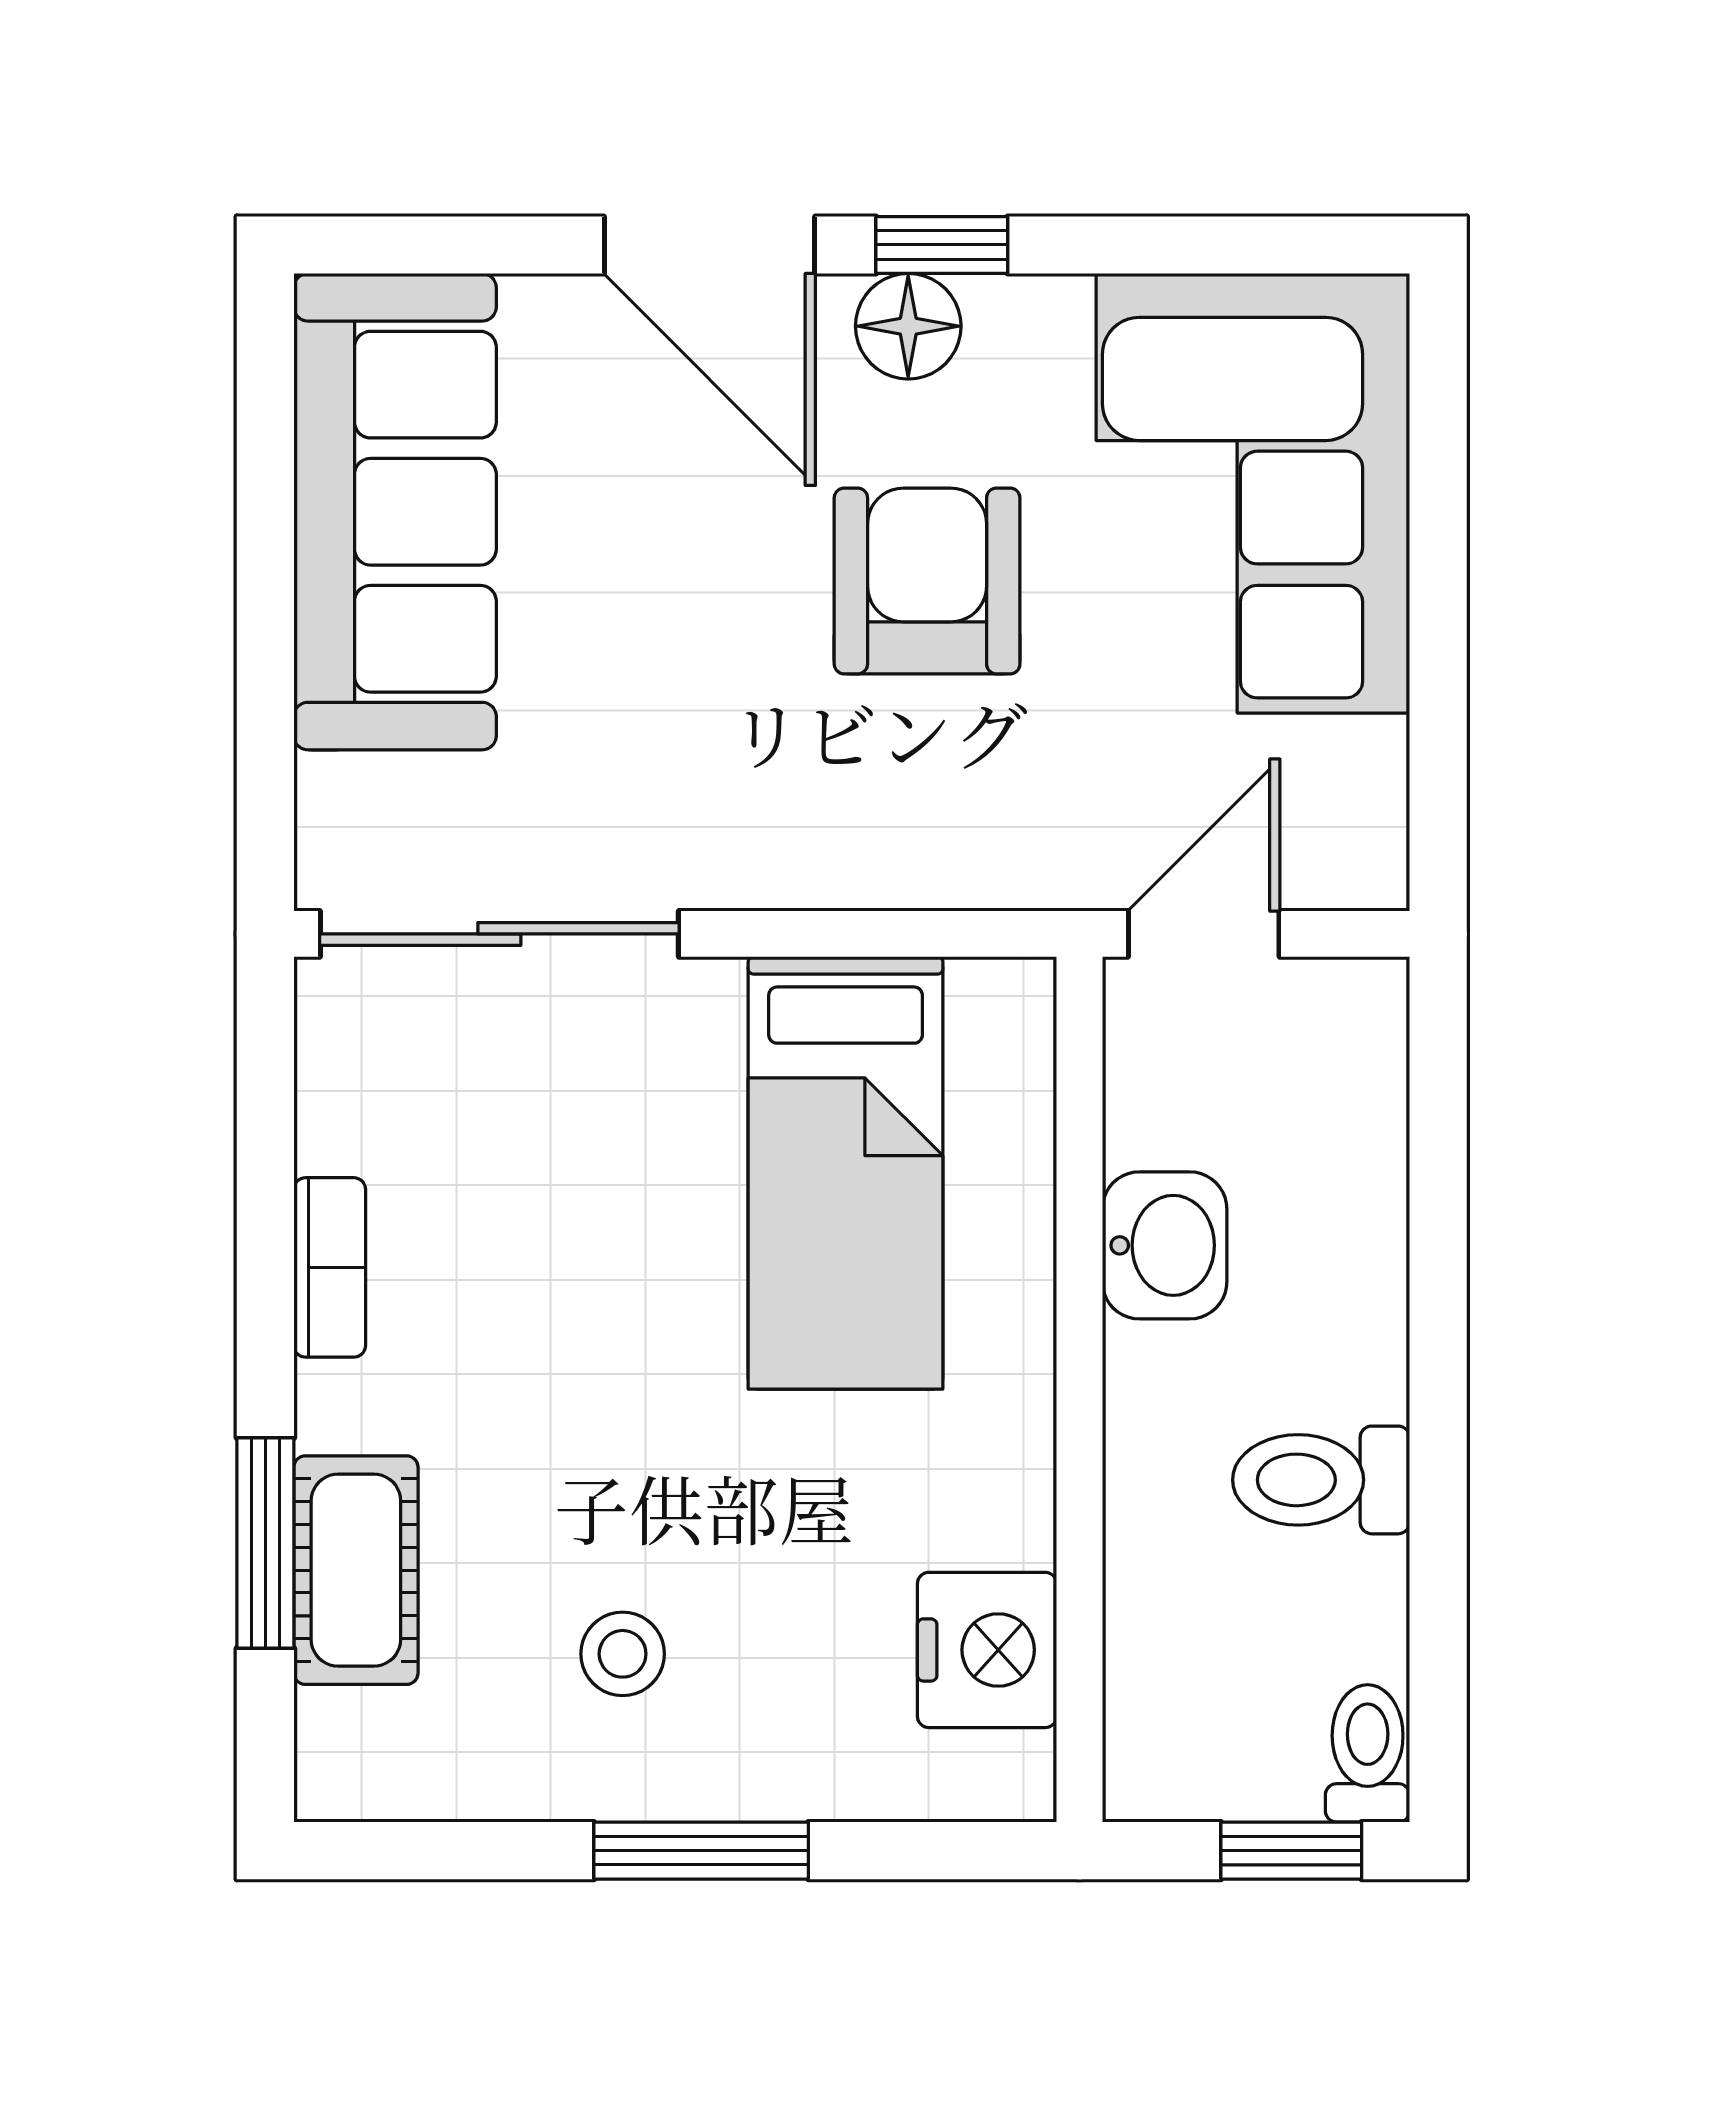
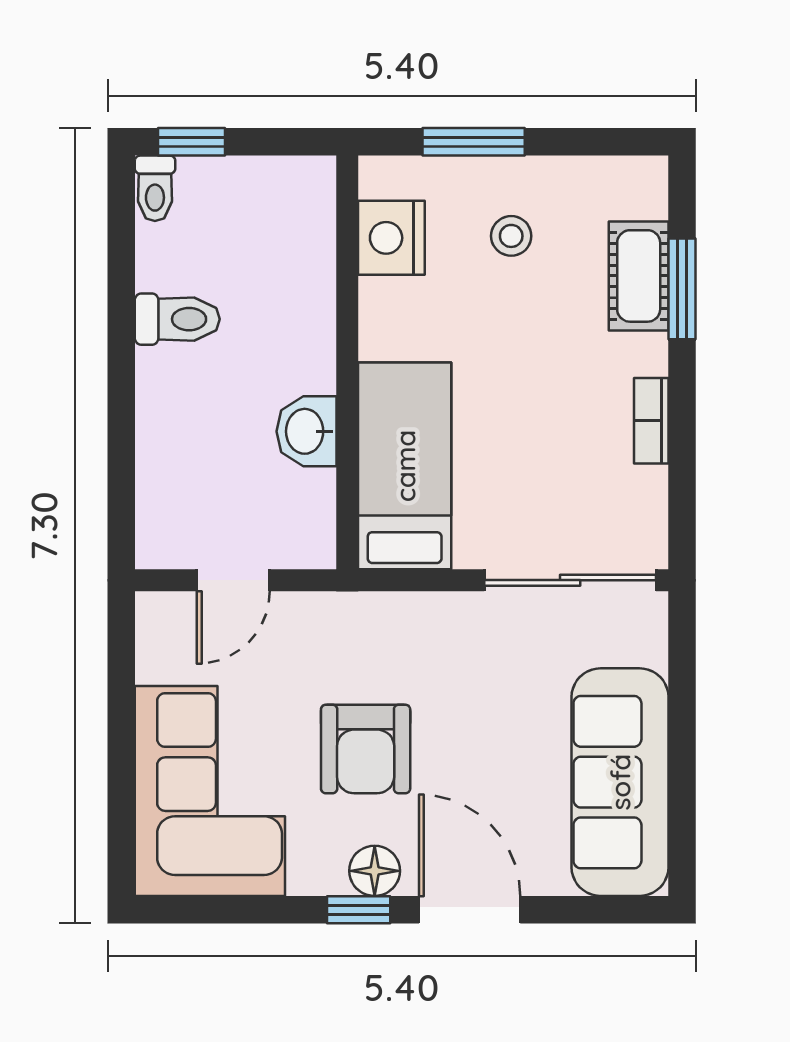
washbasin: (1165, 1245) -> (306, 431), moved
wall: (1080, 1389) -> (347, 362), moved
nightstand: (987, 1650) -> (391, 238), moved

